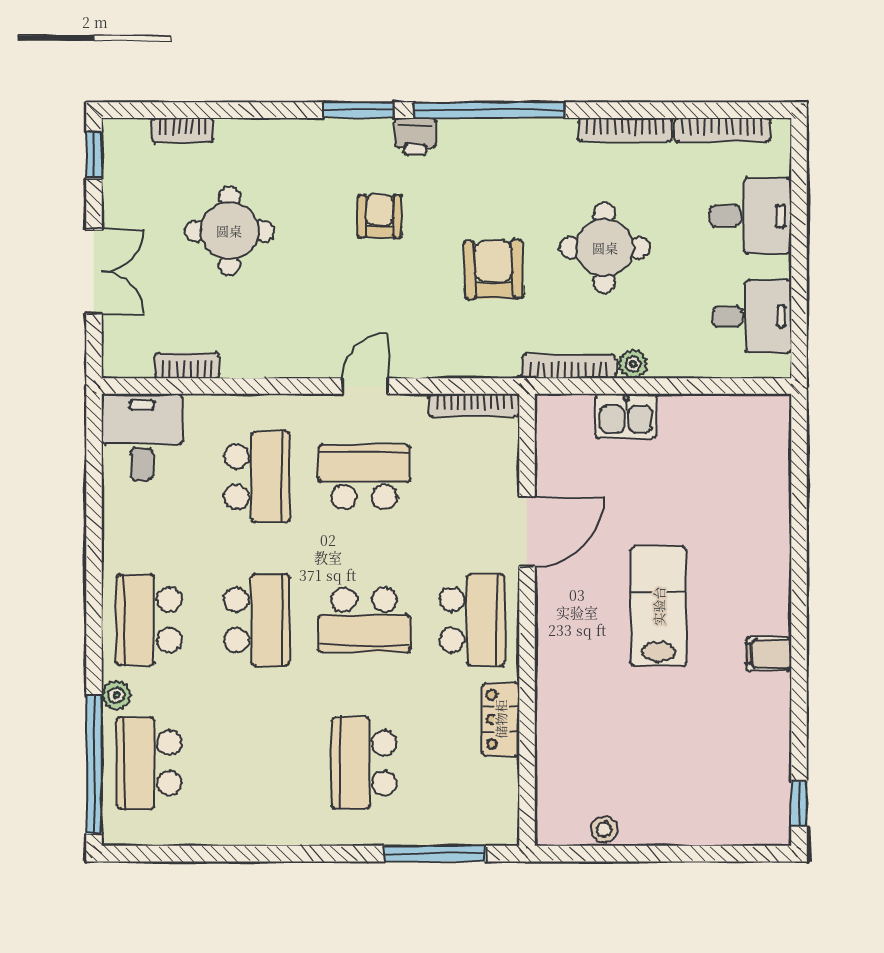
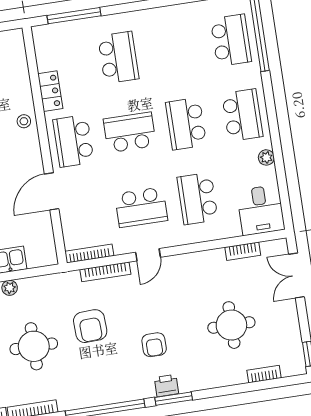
printer: (415, 136) -> (166, 386), moved
double door: (94, 272) -> (296, 275), moved
bookcase: (569, 366) -> (105, 272), moved
stool: (559, 671) -> (24, 121), added
plant: (116, 695) -> (266, 157), moved

